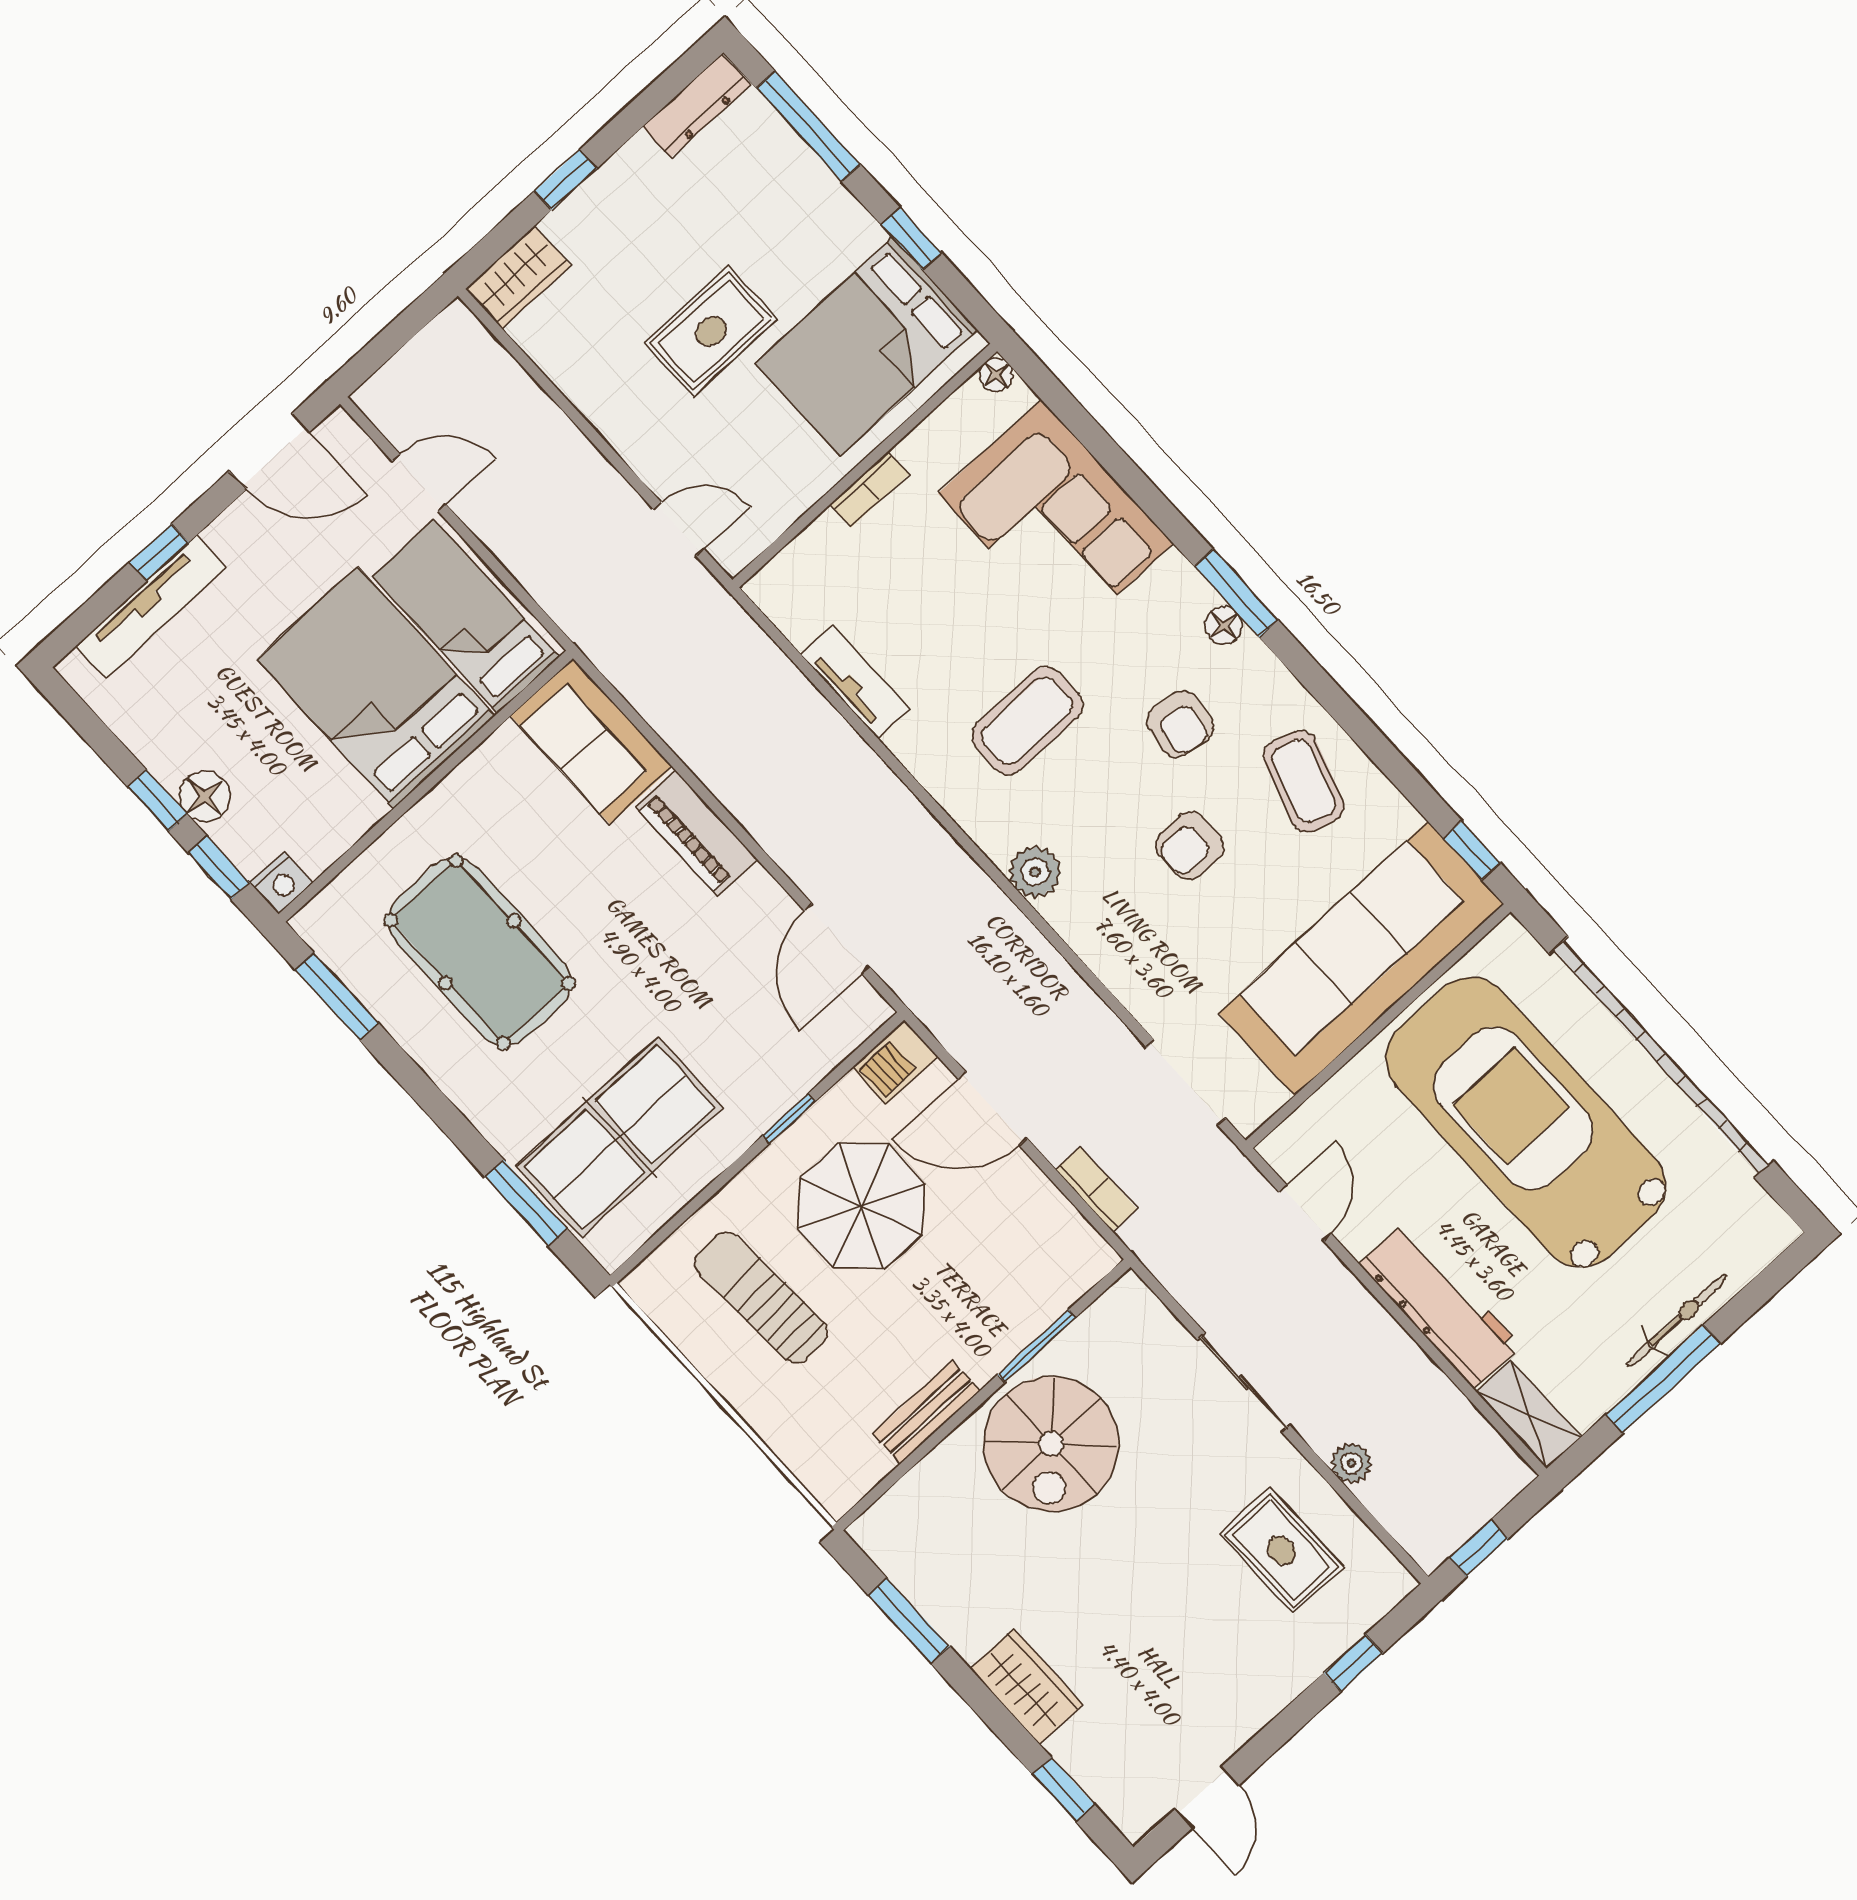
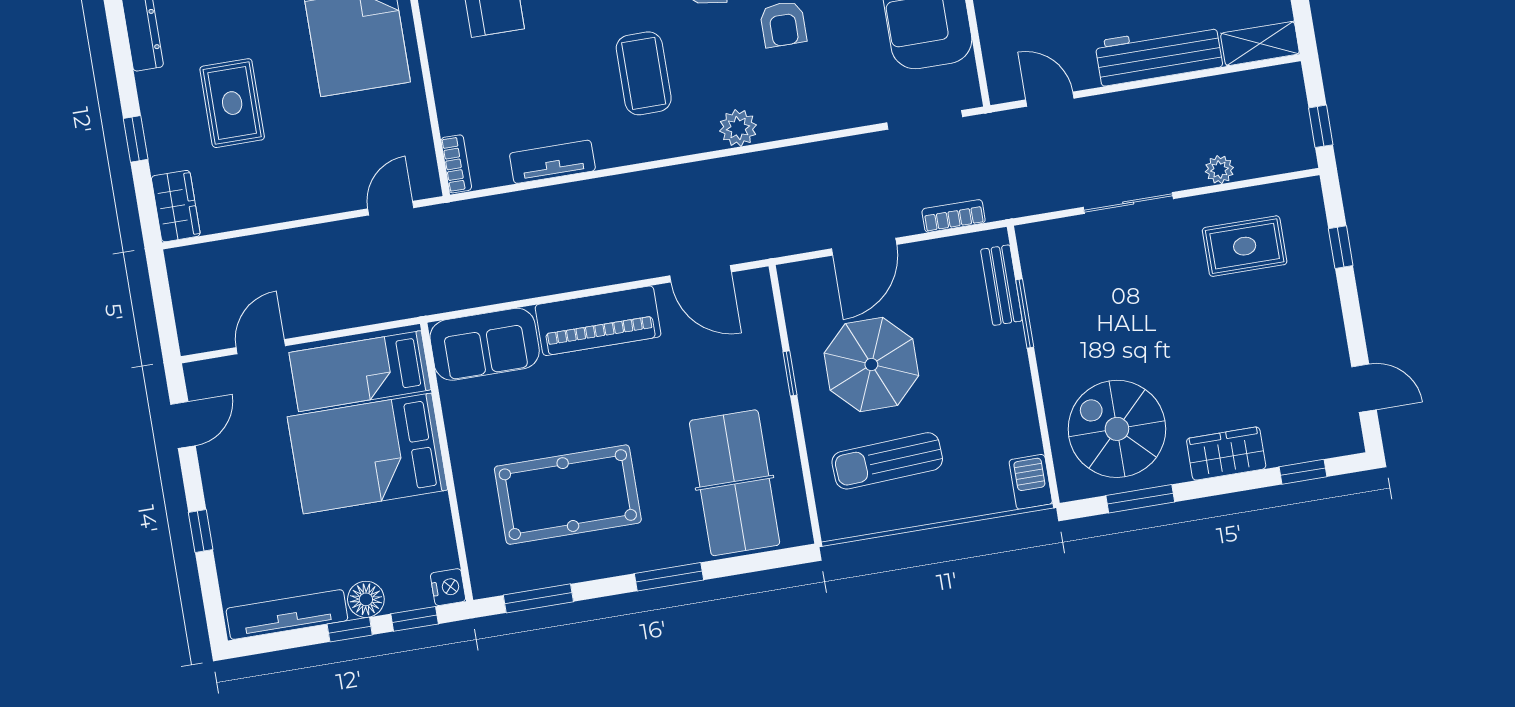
rug: (711, 331) -> (232, 103), moved
door: (269, 452) -> (183, 425), width x0.73
bookcase: (869, 489) -> (456, 164), moved
tv unit: (151, 607) -> (287, 615), moved, turned -90
piano: (696, 833) -> (598, 321), width x1.37, depth x1.33
barbecue: (895, 1062) -> (1031, 482), moved, turned 180
window: (526, 1203) -> (669, 577), moved
bench: (926, 1412) -> (1001, 285), moved
spiral stairs: (1051, 1444) -> (1117, 429), moved, turned 180

